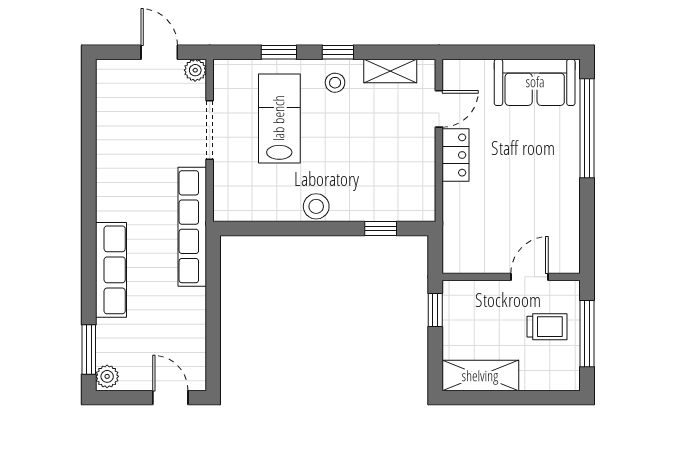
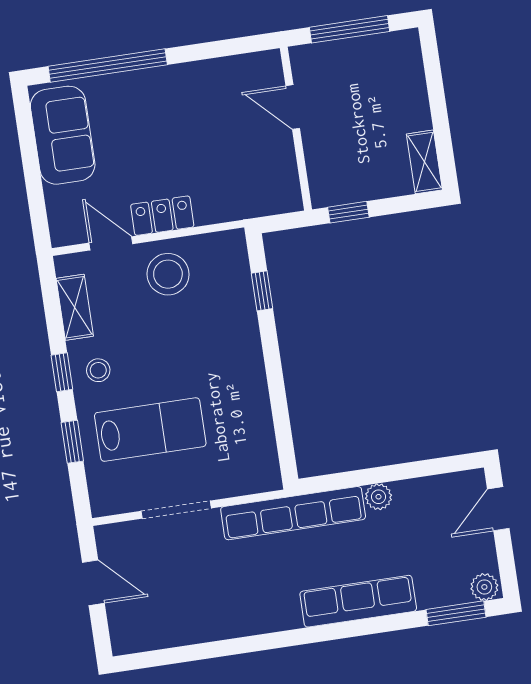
door: (159, 52) -> (93, 583), swing flipped
plant: (195, 70) -> (379, 497), moved
lab bench: (279, 118) -> (150, 430), turned 180
stool: (316, 206) -> (168, 274), moved, width x1.38, depth x1.38
trolley: (547, 327) -> (348, 78), removed
shelving: (480, 376) -> (424, 162), width x0.67, depth x0.75

